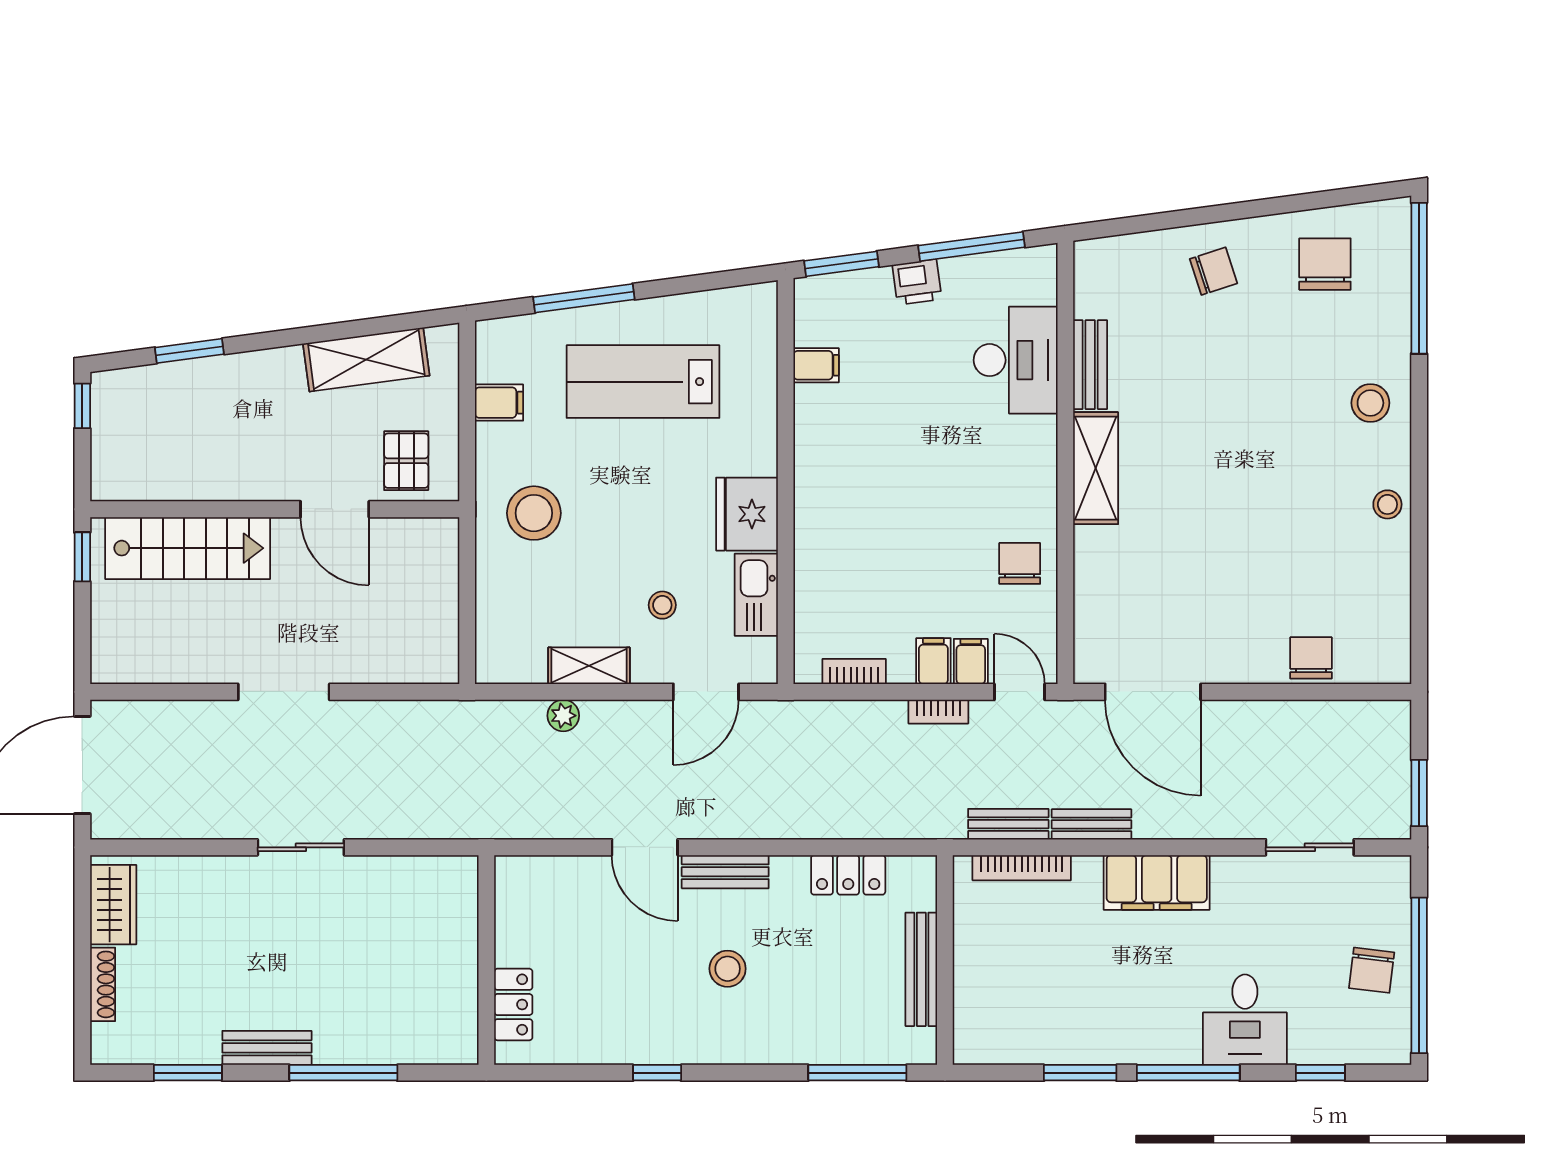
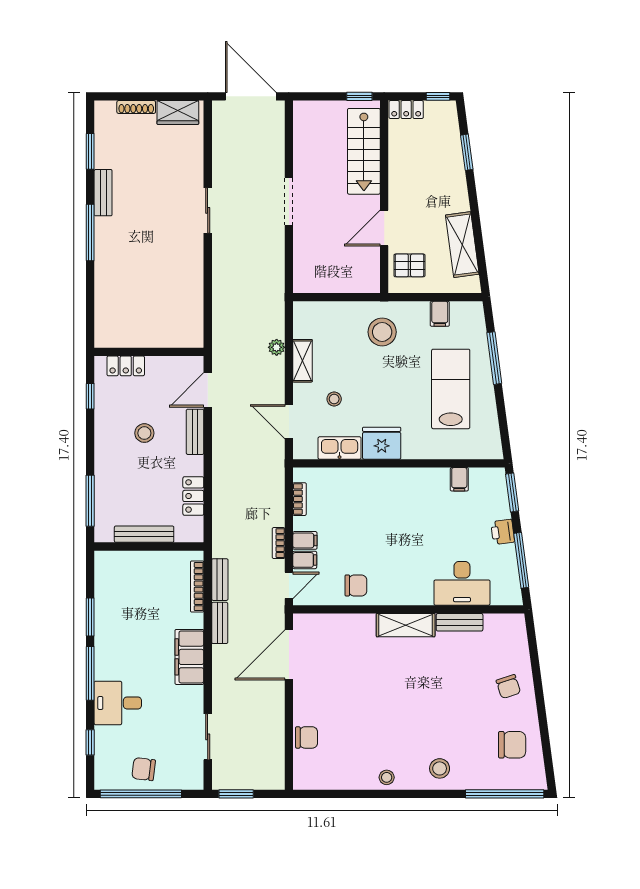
locker: (108, 467) -> (406, 110), added
wall: (486, 960) -> (149, 352), moved
locker: (513, 1004) -> (126, 366), moved

